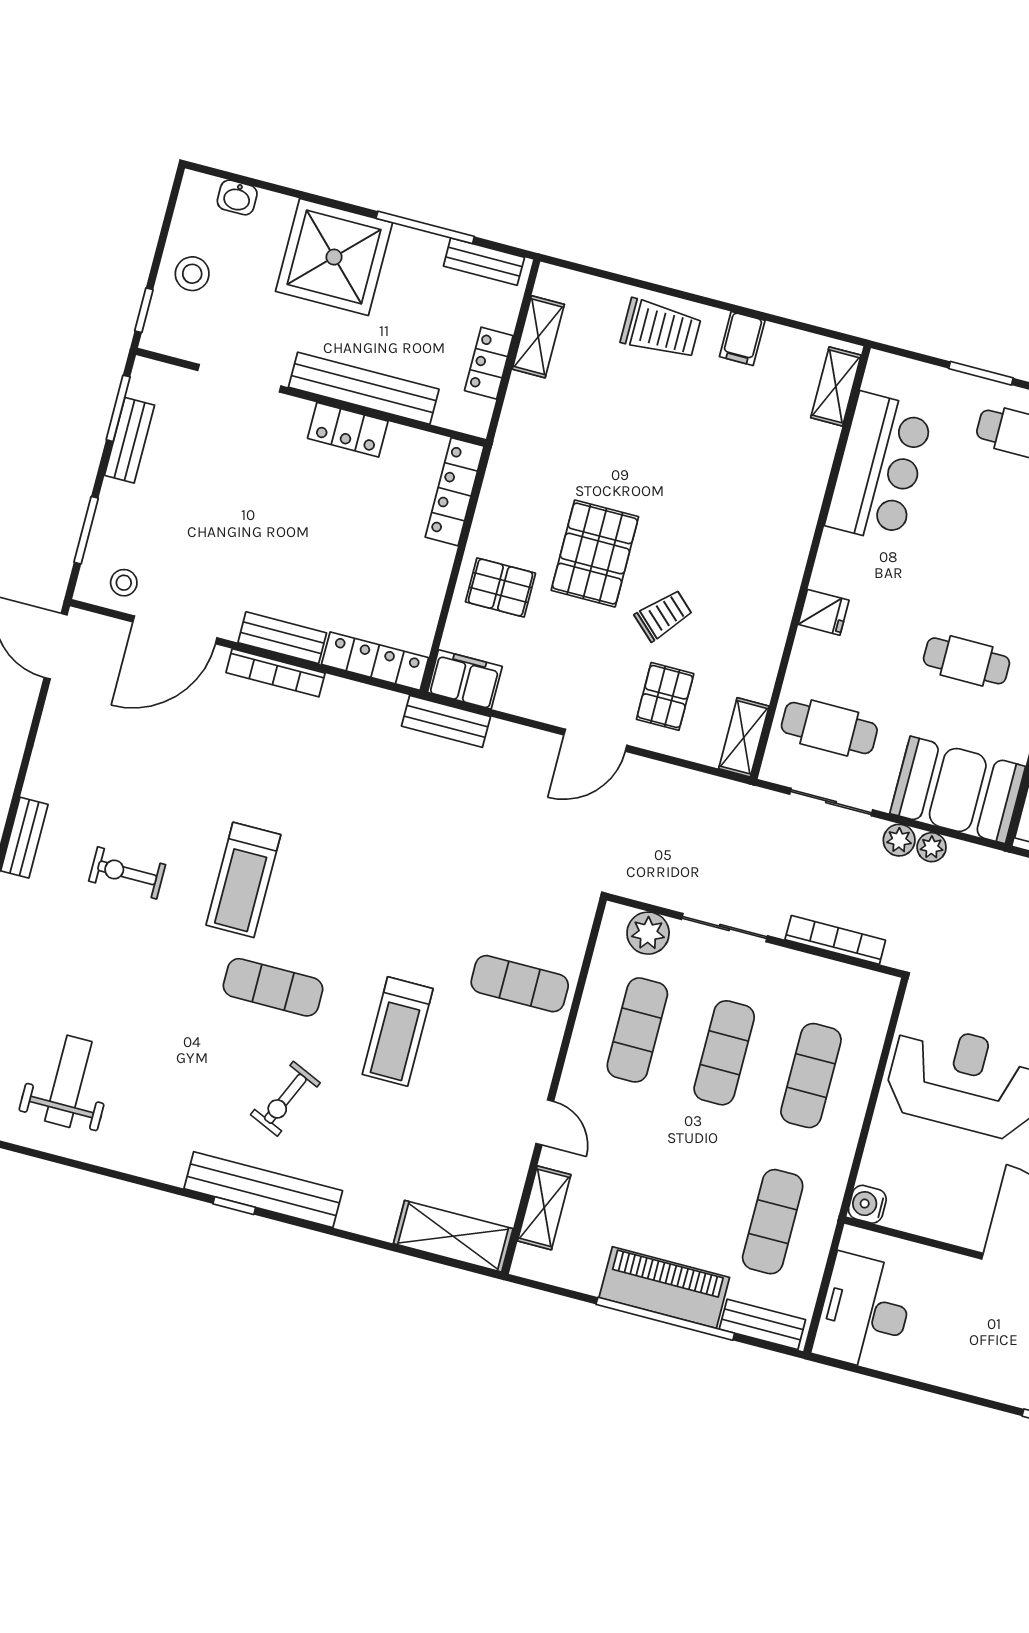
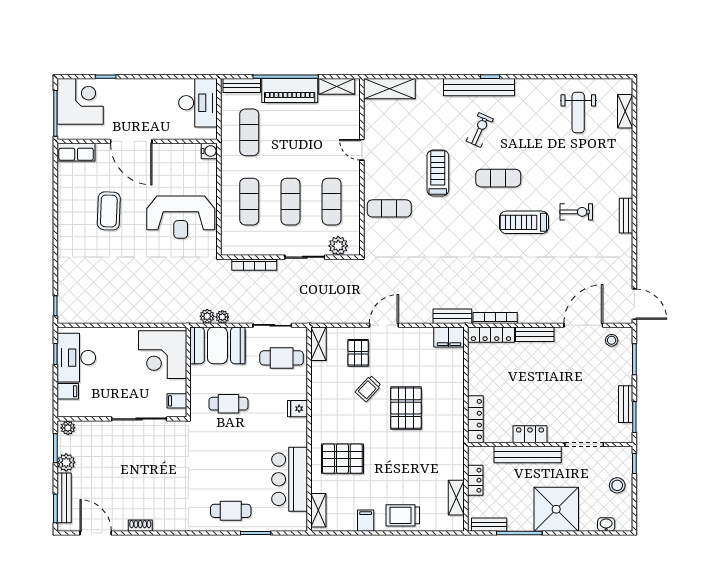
pallet: (500, 588) -> (342, 459), moved, width x1.50, depth x1.42
bookcase: (276, 673) -> (495, 318), moved
plant: (899, 840) -> (207, 316), moved
treadmill: (243, 880) -> (524, 222), turned -90
shelving: (544, 1208) -> (337, 86), moved, turned 90

